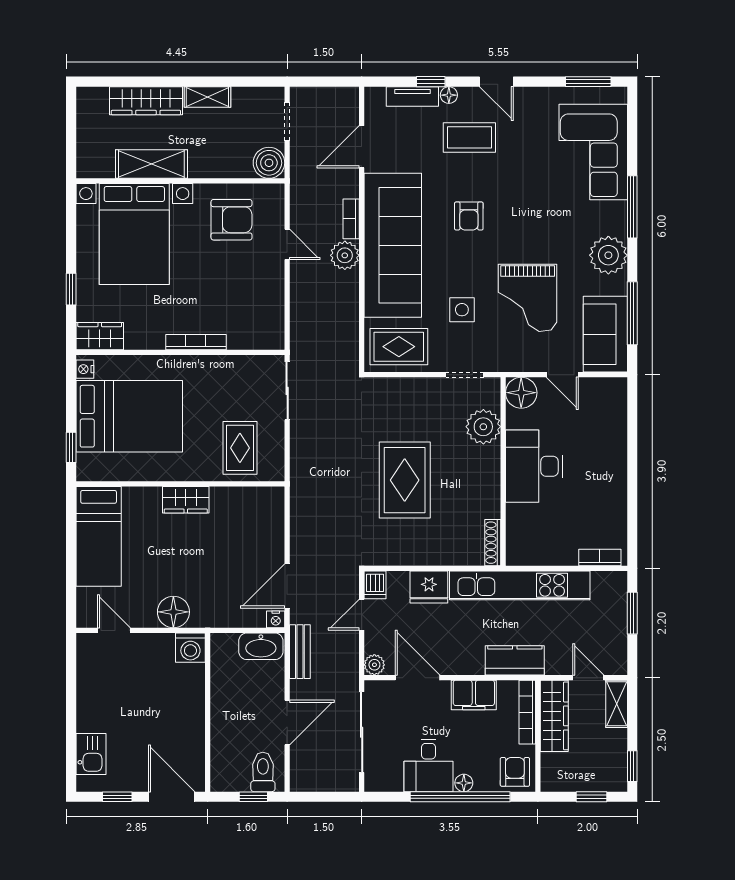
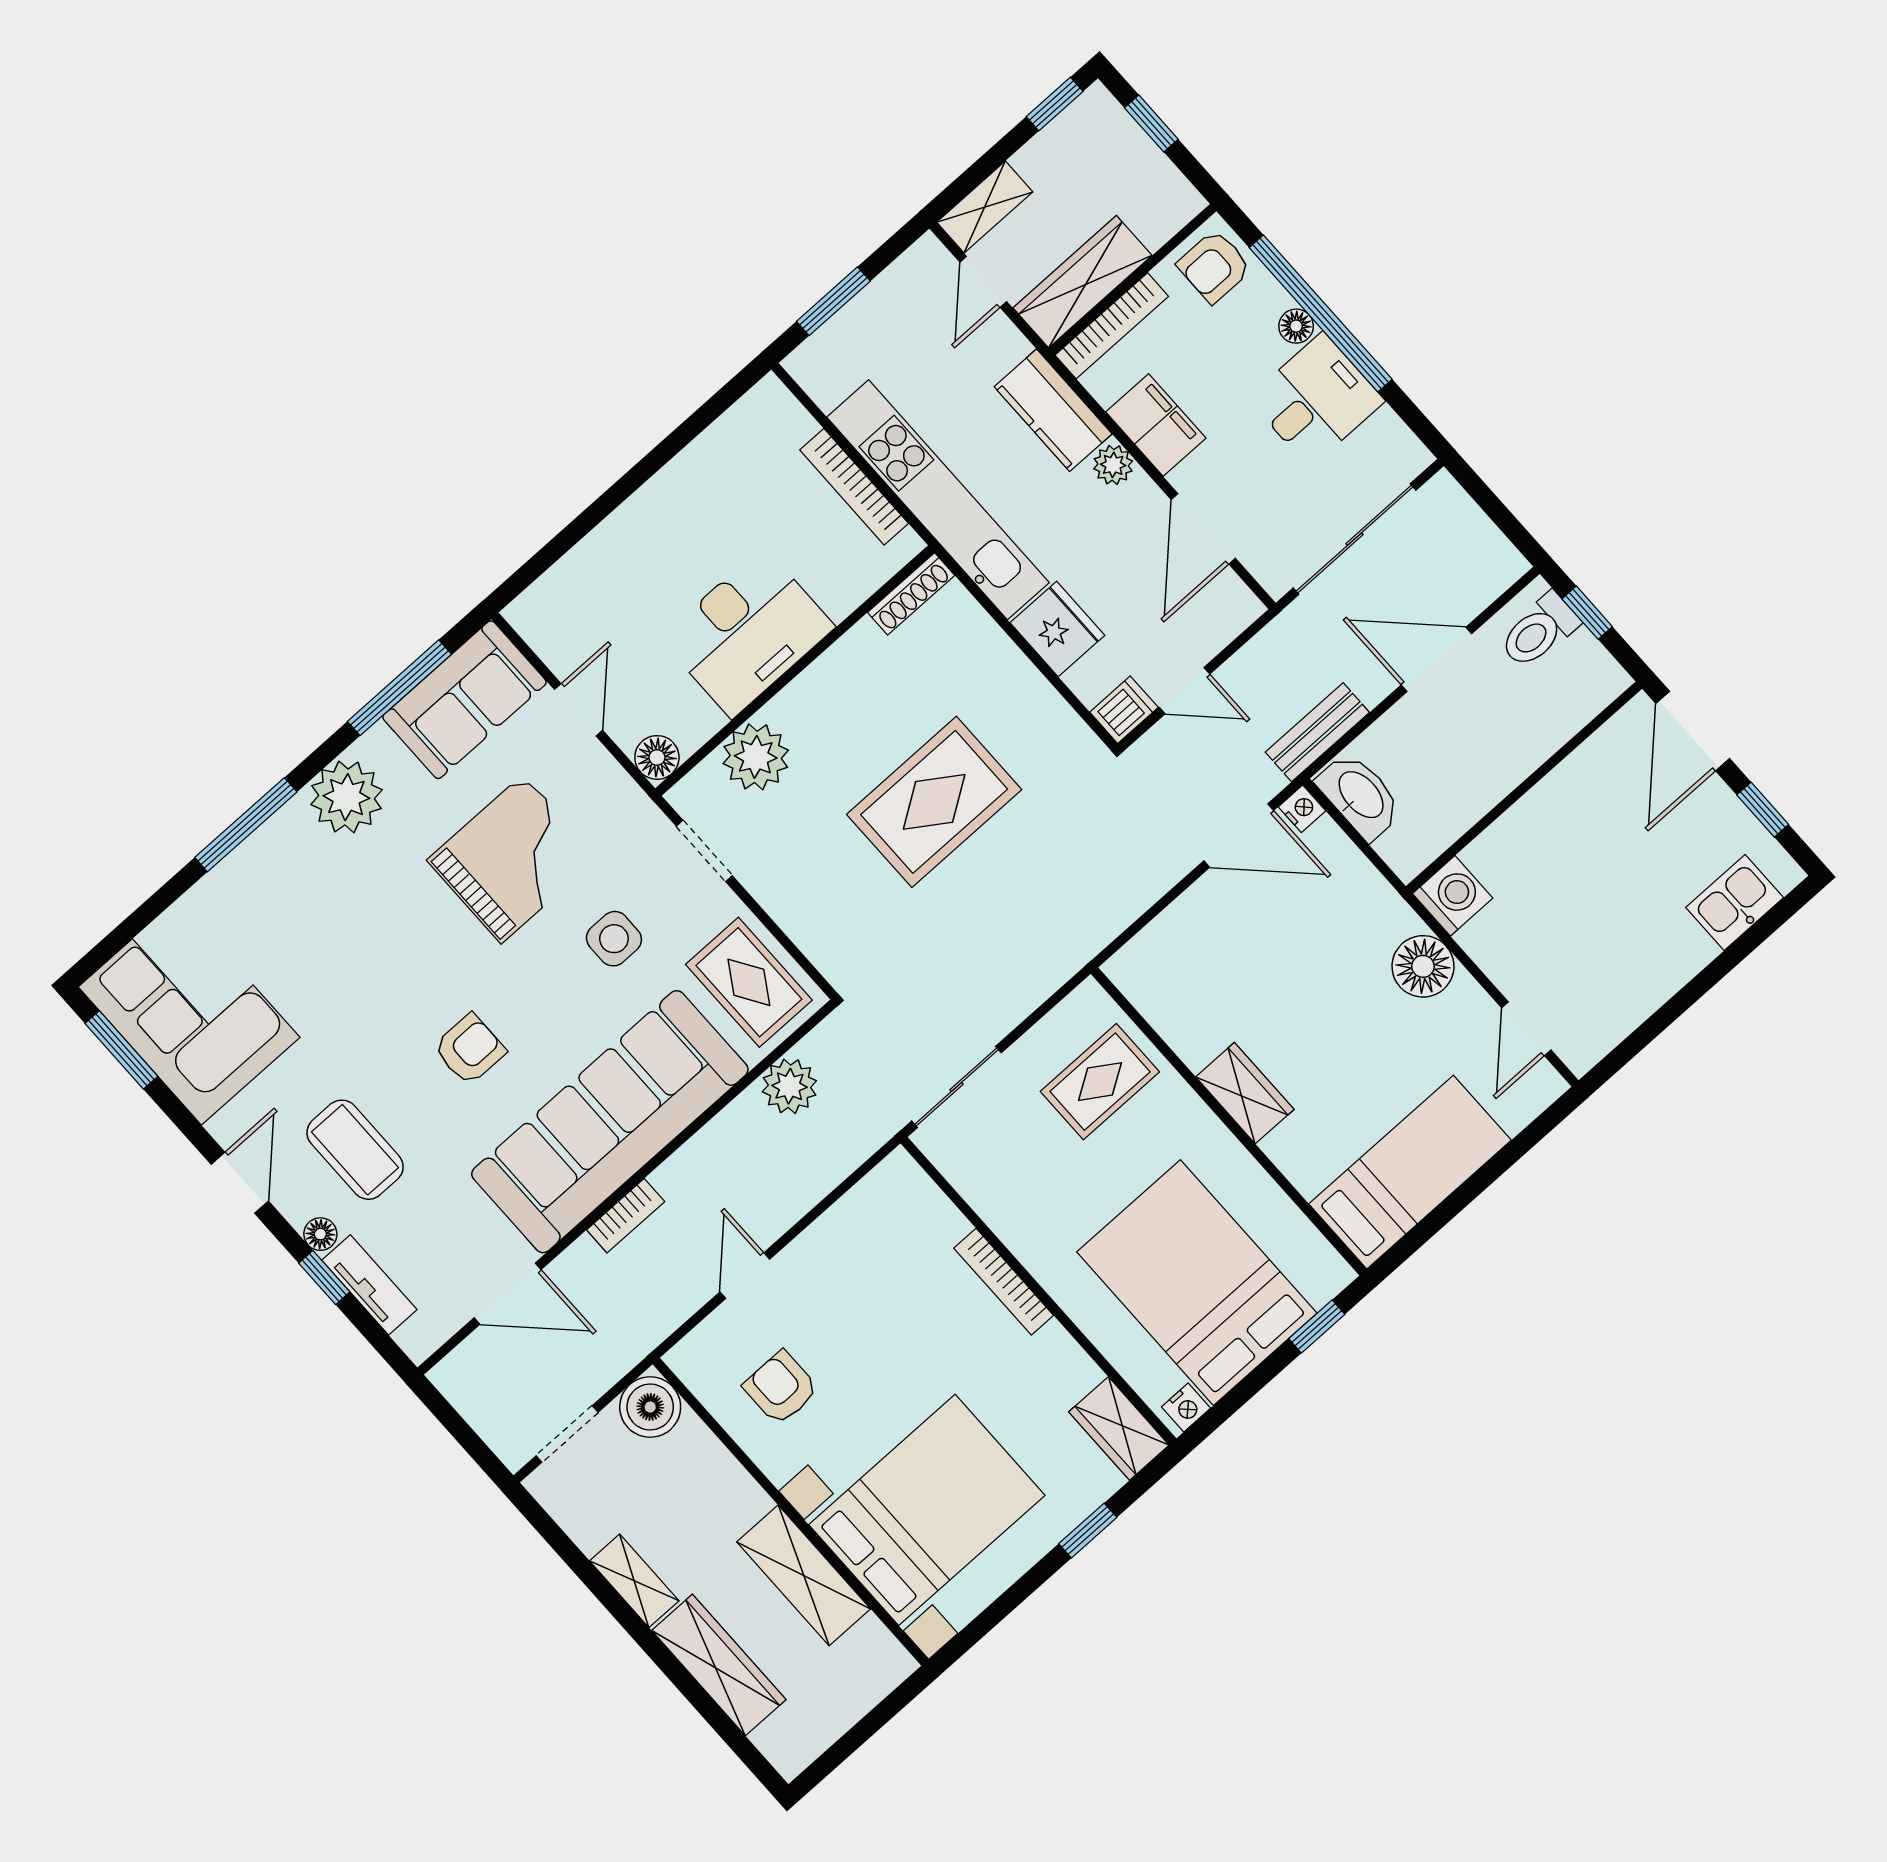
corner sofa: (593, 152) -> (189, 1012), moved, turned -90
armchair: (231, 220) -> (781, 1388), width x0.72, depth x0.72
plant: (345, 255) -> (789, 1086), moved
floor lamp: (521, 393) -> (657, 757), width x0.73, depth x0.73
bookcase: (600, 557) -> (854, 487), moved, width x1.56
plant: (374, 665) -> (1113, 465), moved

